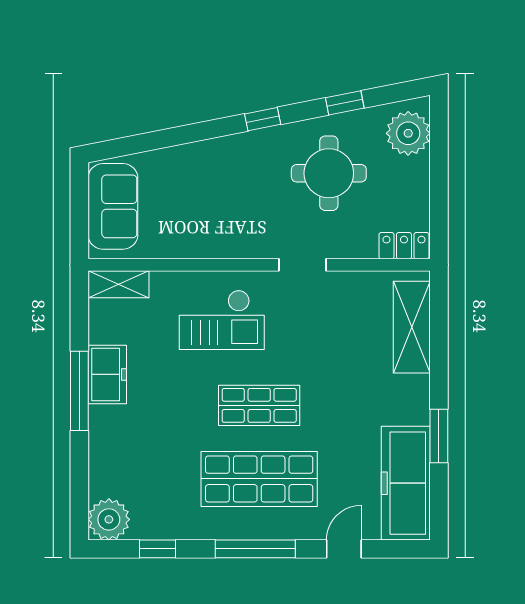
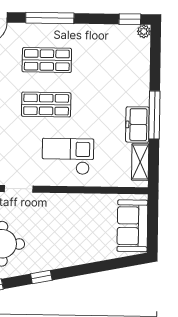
shelving: (118, 284) -> (140, 162), moved, turned 90
shop shelf: (259, 479) -> (47, 60), width x0.70, depth x0.74
plant: (109, 519) -> (144, 31), width x0.53, depth x0.53
window: (157, 549) -> (130, 19), moved

